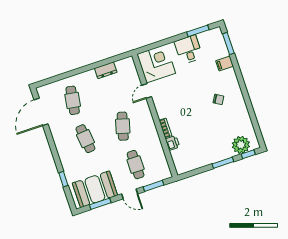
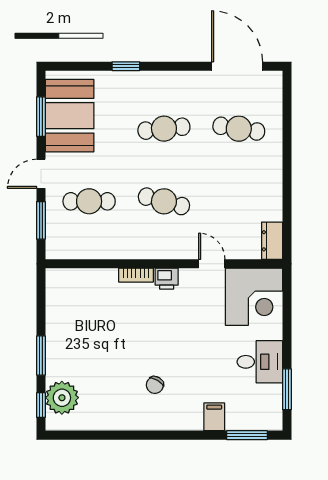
dresser: (106, 70) -> (272, 241), moved
printer: (172, 143) -> (167, 279), moved
window: (63, 179) -> (126, 66), moved

